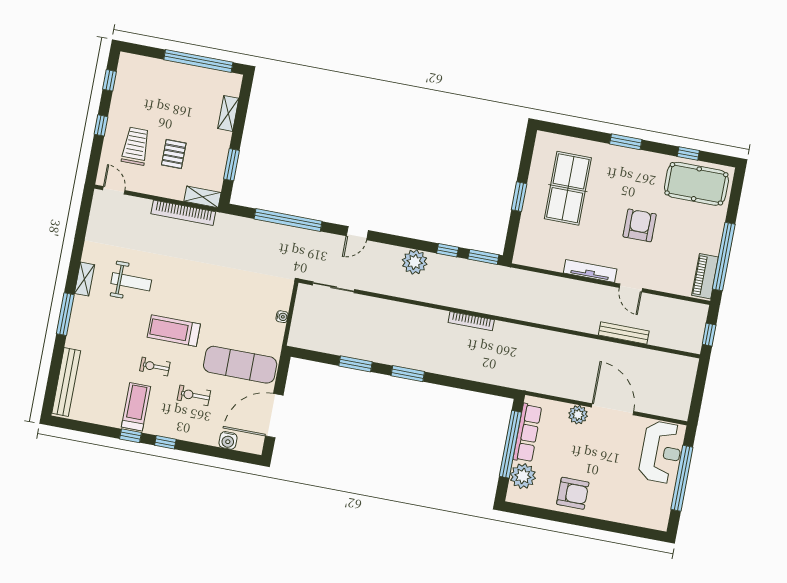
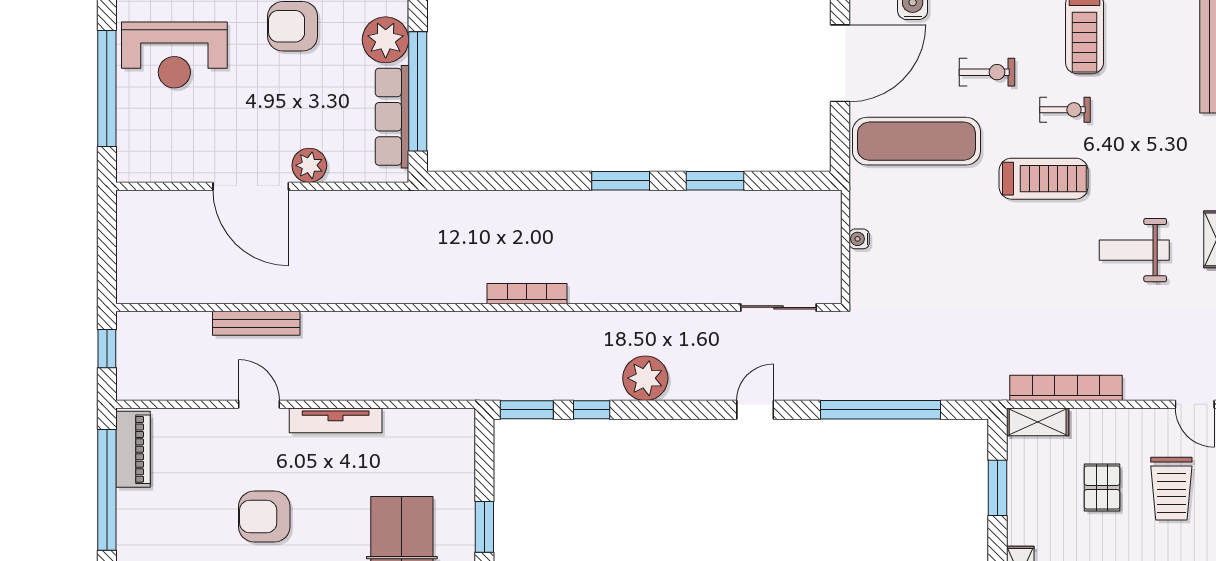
armchair: (640, 225) -> (264, 516), turned 90
reception desk: (661, 452) -> (174, 55), moved, turned -90

